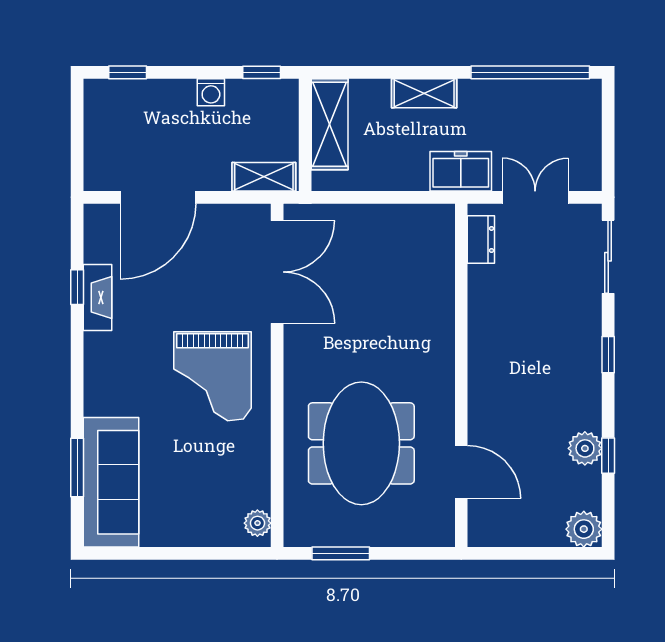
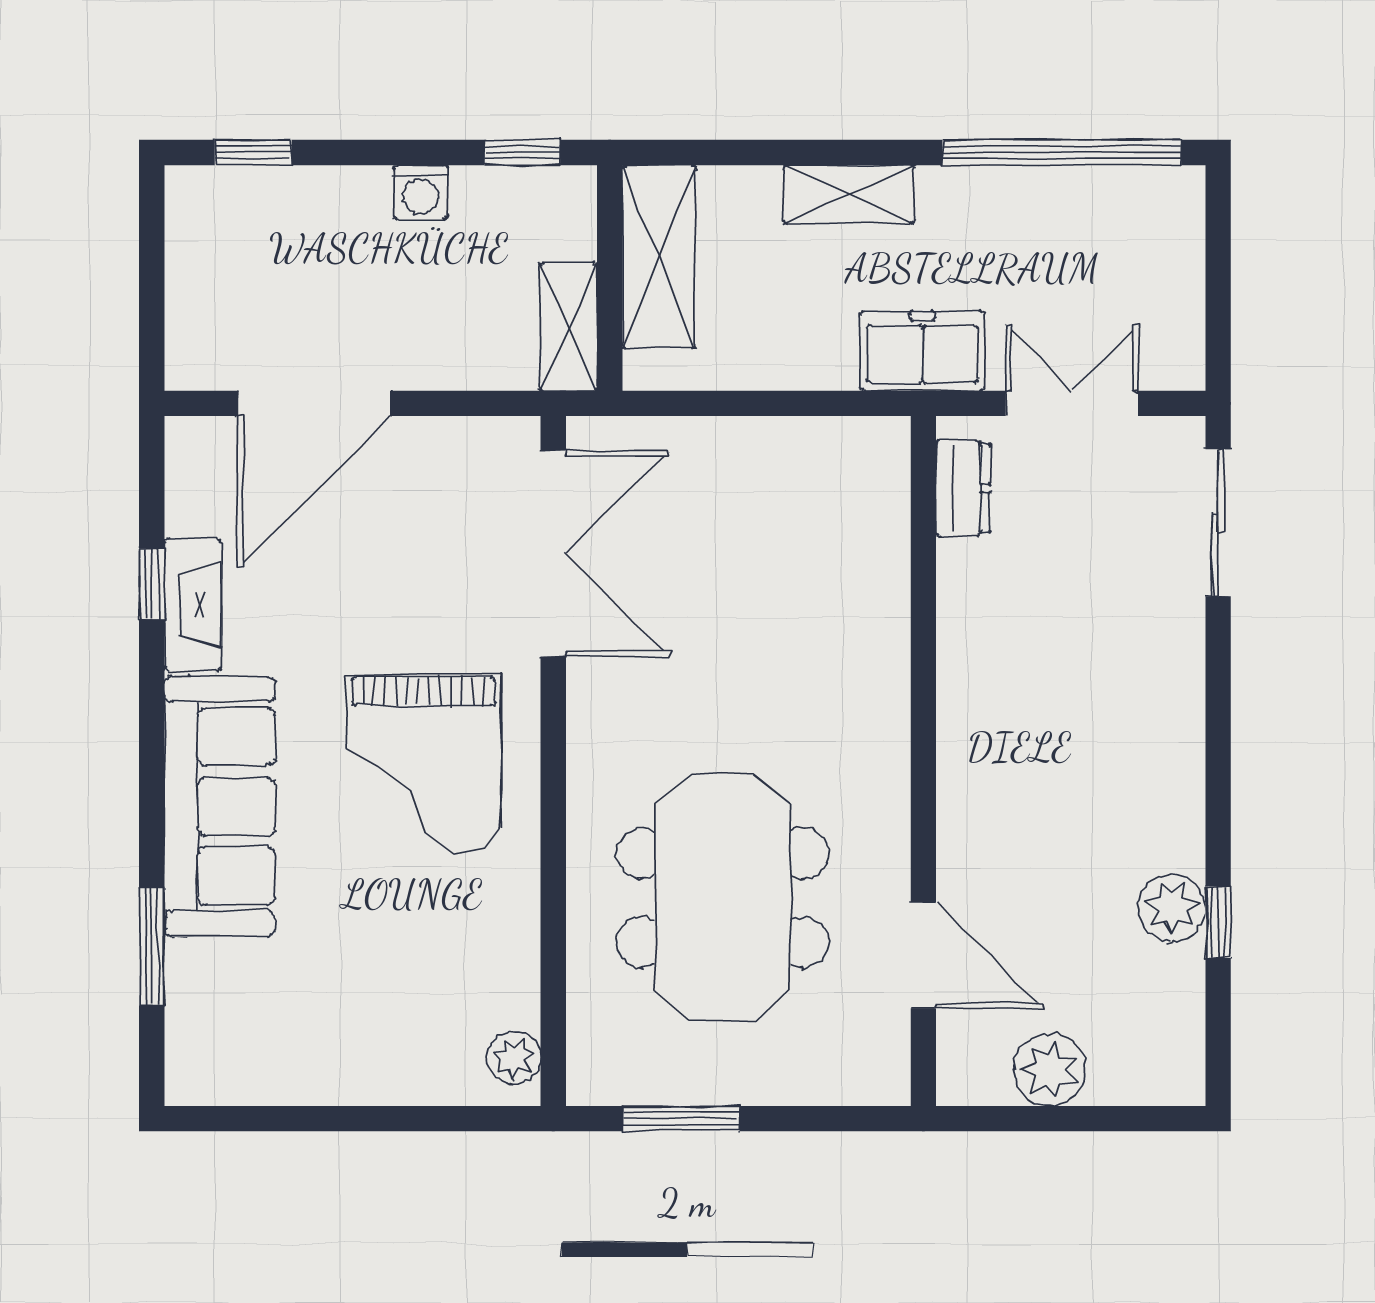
shelving: (264, 177) -> (568, 327), moved, turned 90
window: (608, 355) -> (1218, 719), removed
sofa: (111, 482) -> (220, 806), moved
plant: (584, 529) -> (1050, 1070), moved

